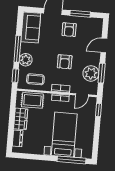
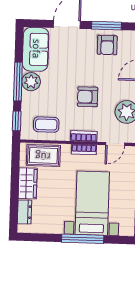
armchair: (69, 30) -> (107, 45), moved
plant: (26, 60) -> (31, 82), moved
armchair: (65, 62) -> (88, 97), turned 90
window: (71, 160) -> (83, 239), moved

